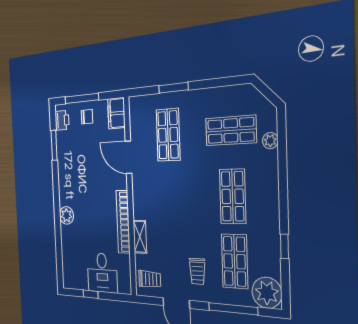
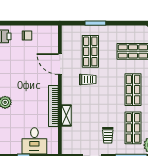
window: (82, 98) -> (23, 23), removed
filing cabinet: (116, 113) -> (52, 35), removed
trolley: (150, 279) -> (88, 79), moved

